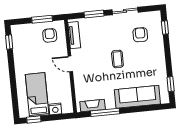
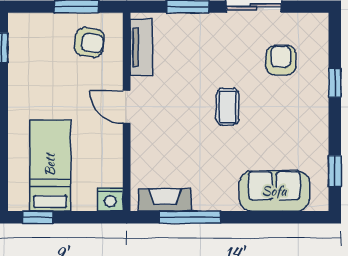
window: (165, 28) -> (335, 83), moved
armchair: (50, 35) -> (89, 42), turned 99
sofa: (137, 97) -> (274, 191), width x0.73
nightstand: (55, 109) -> (110, 199), moved

